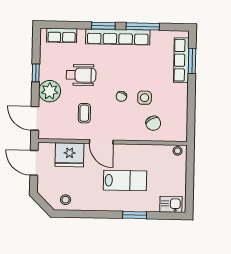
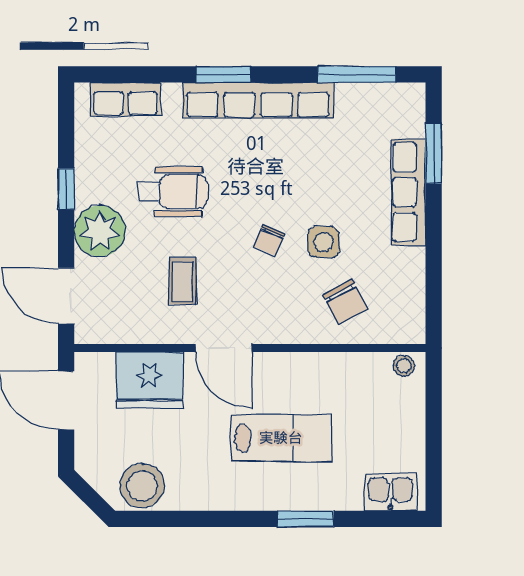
window: (143, 26) -> (357, 74), moved
row of seats: (181, 60) -> (409, 192), moved
stool: (66, 200) -> (142, 486), width x1.89, depth x1.89

